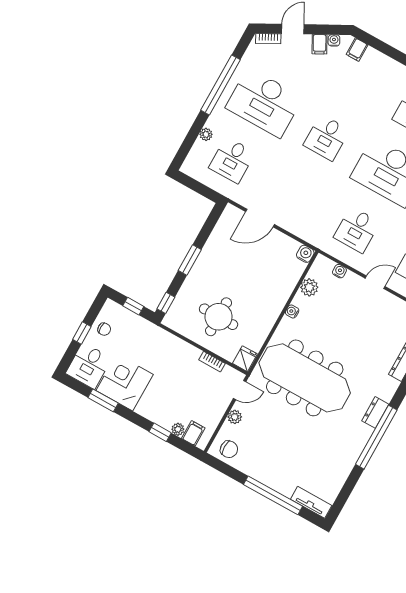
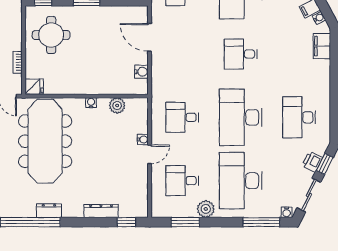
filing cabinet: (357, 50) -> (322, 46), width x2.00
water cooler: (305, 254) -> (141, 72), moved
water cooler: (339, 271) -> (143, 140), moved
door: (375, 282) -> (150, 154), hinge flipped
round table: (219, 317) -> (51, 35), moved

